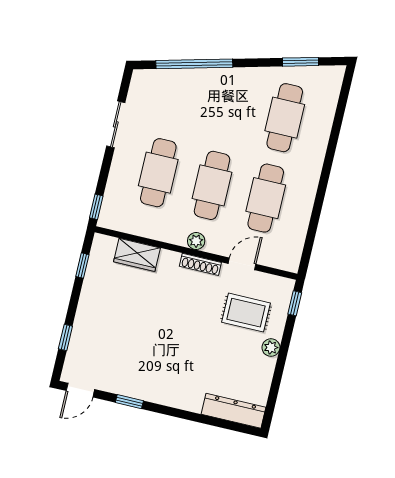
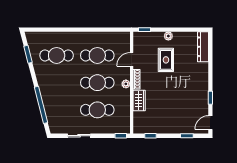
wardrobe: (137, 255) -> (139, 100), moved
door: (242, 264) -> (132, 59), hinge flipped
rug: (246, 313) -> (166, 60), moved
door: (80, 390) -> (210, 123), swing flipped

